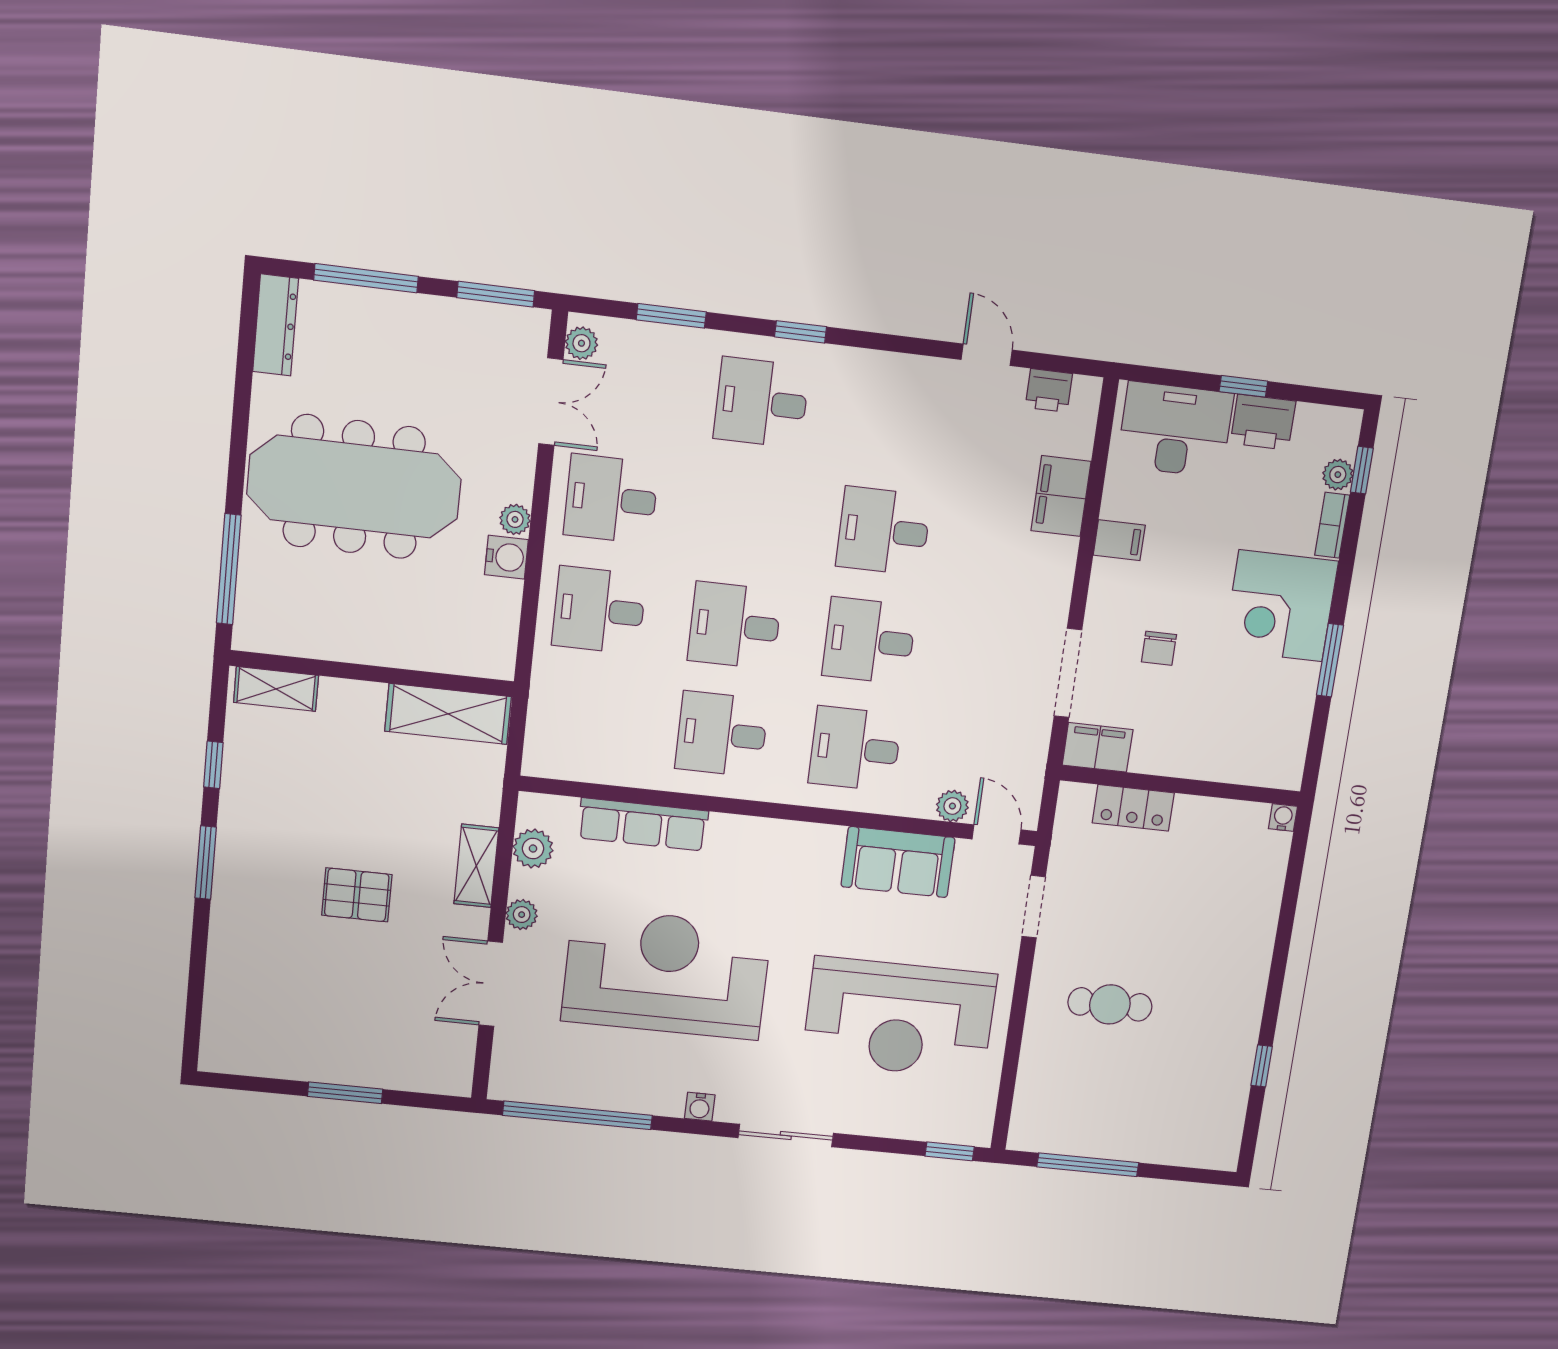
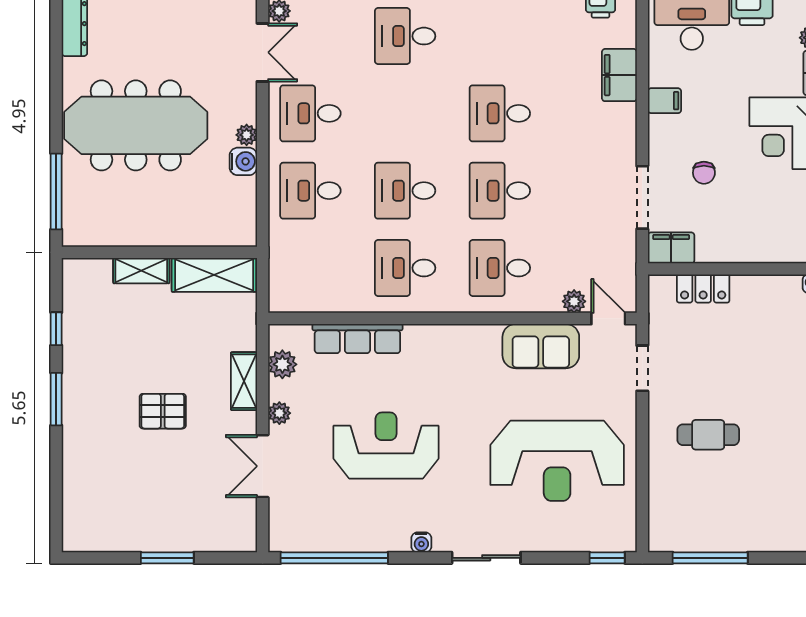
shelving: (276, 689) -> (141, 271), moved
reception desk: (666, 974) -> (386, 445), width x0.74, depth x0.77

